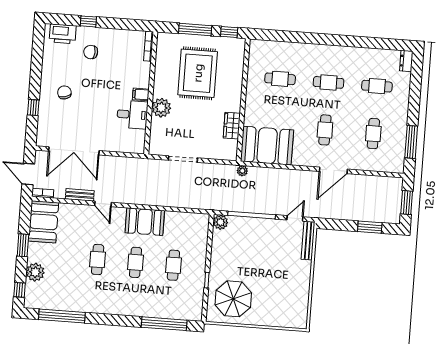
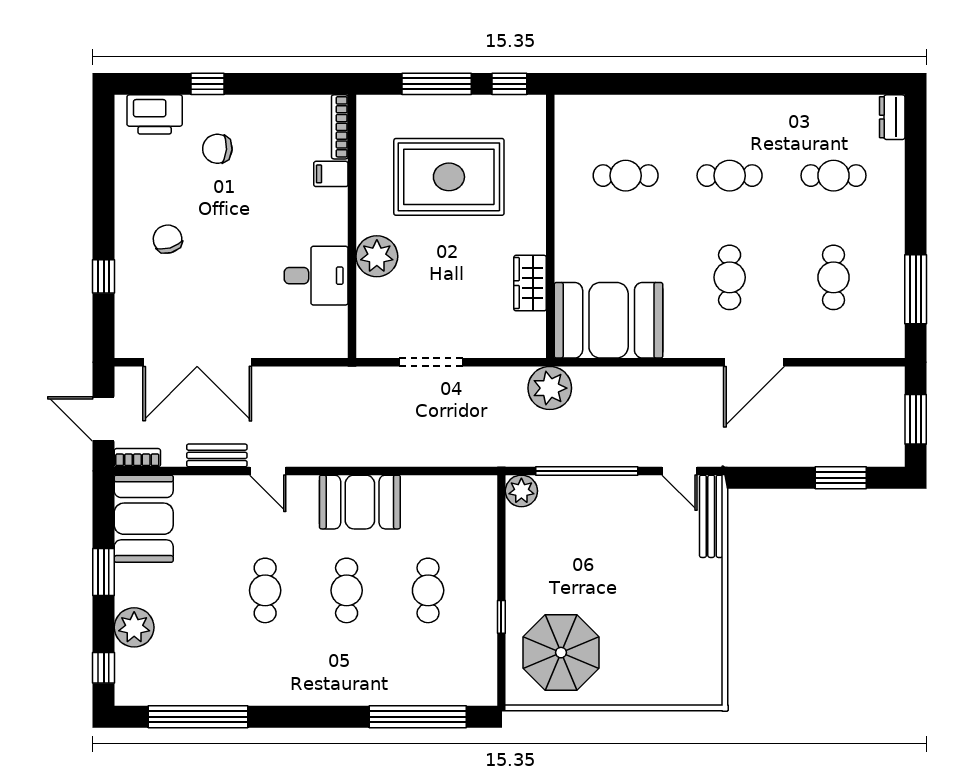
rug: (198, 73) -> (449, 177), turned 90
filing cabinet: (141, 94) -> (331, 174), moved
plant: (242, 171) -> (550, 388), width x1.87, depth x1.87
door: (295, 218) -> (680, 471), swing flipped

